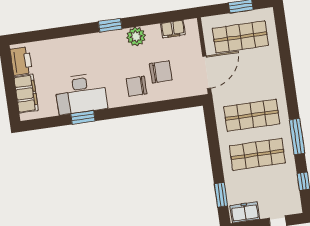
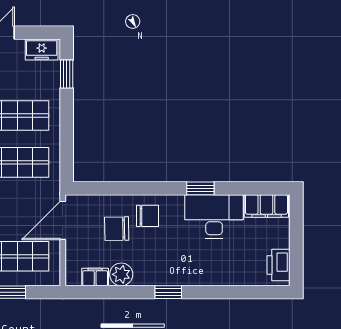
plant: (136, 37) -> (121, 274), moved
filing cabinet: (26, 94) -> (266, 206), moved, turned -90
window: (83, 117) -> (200, 188), moved

